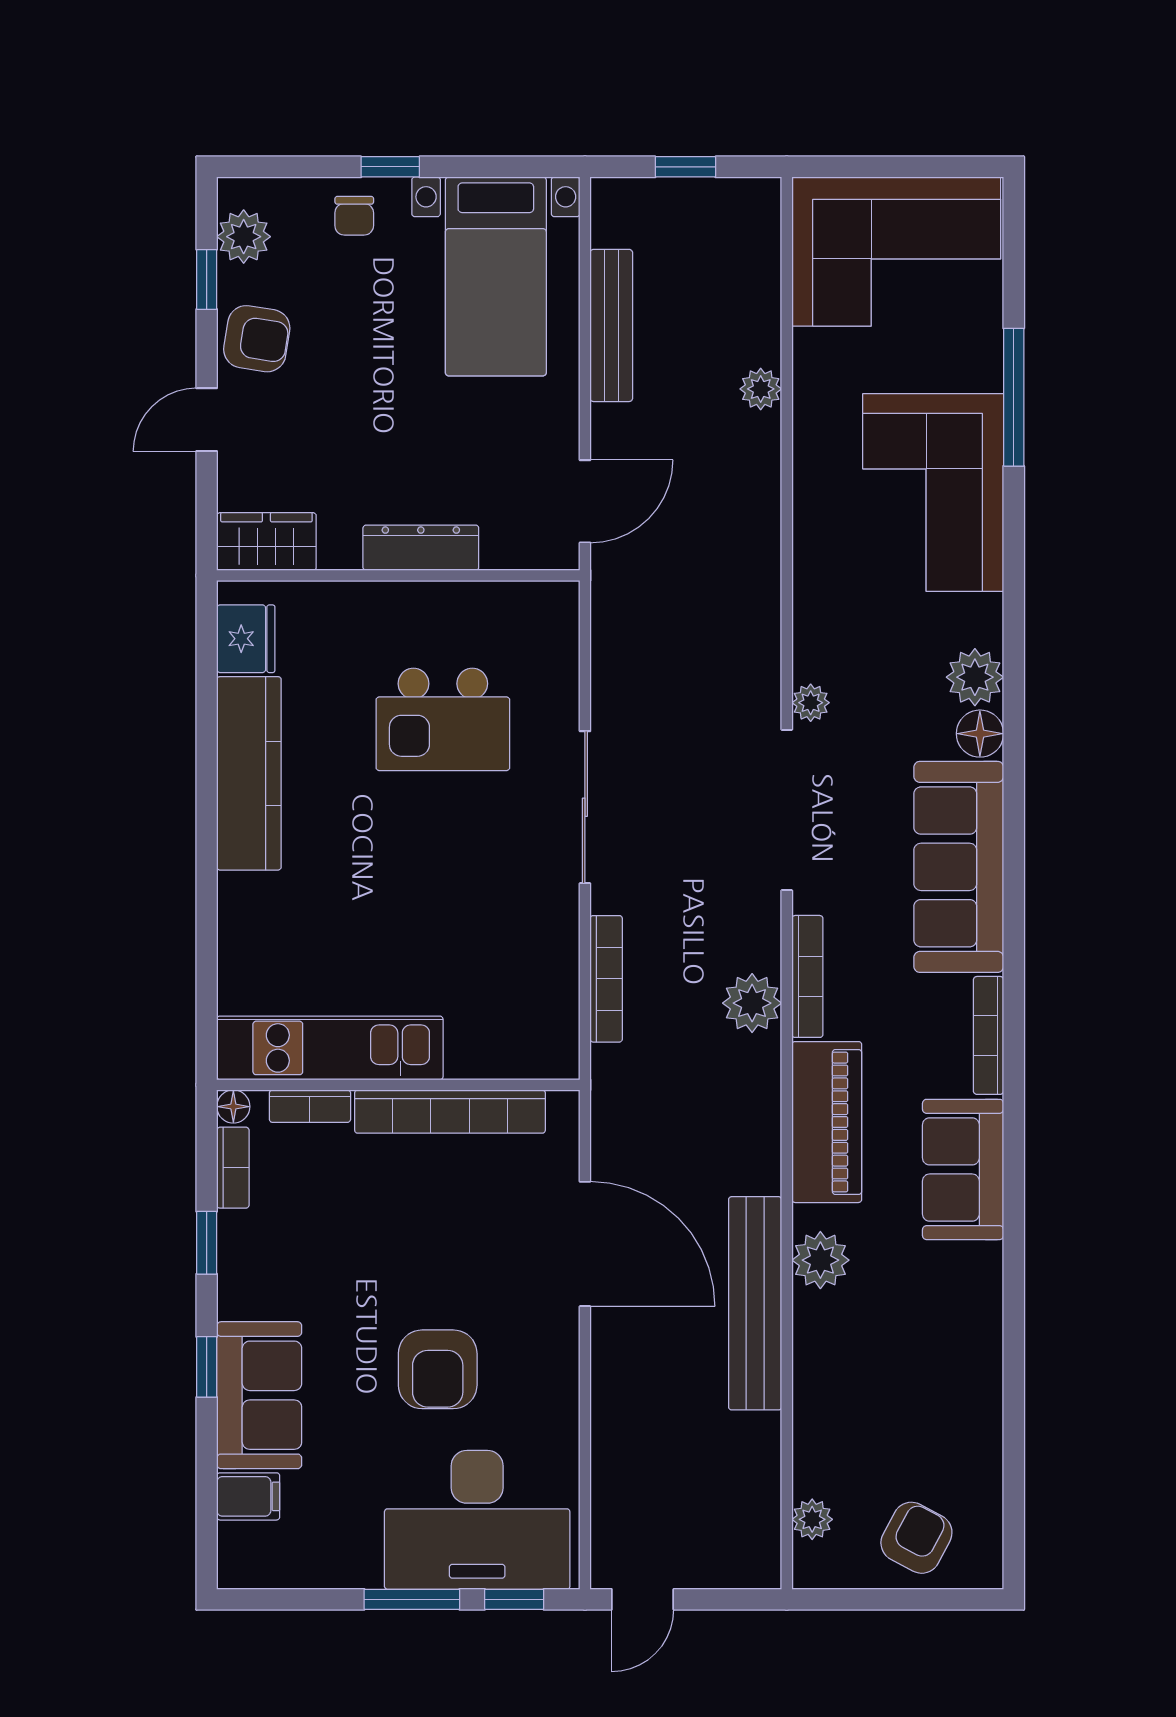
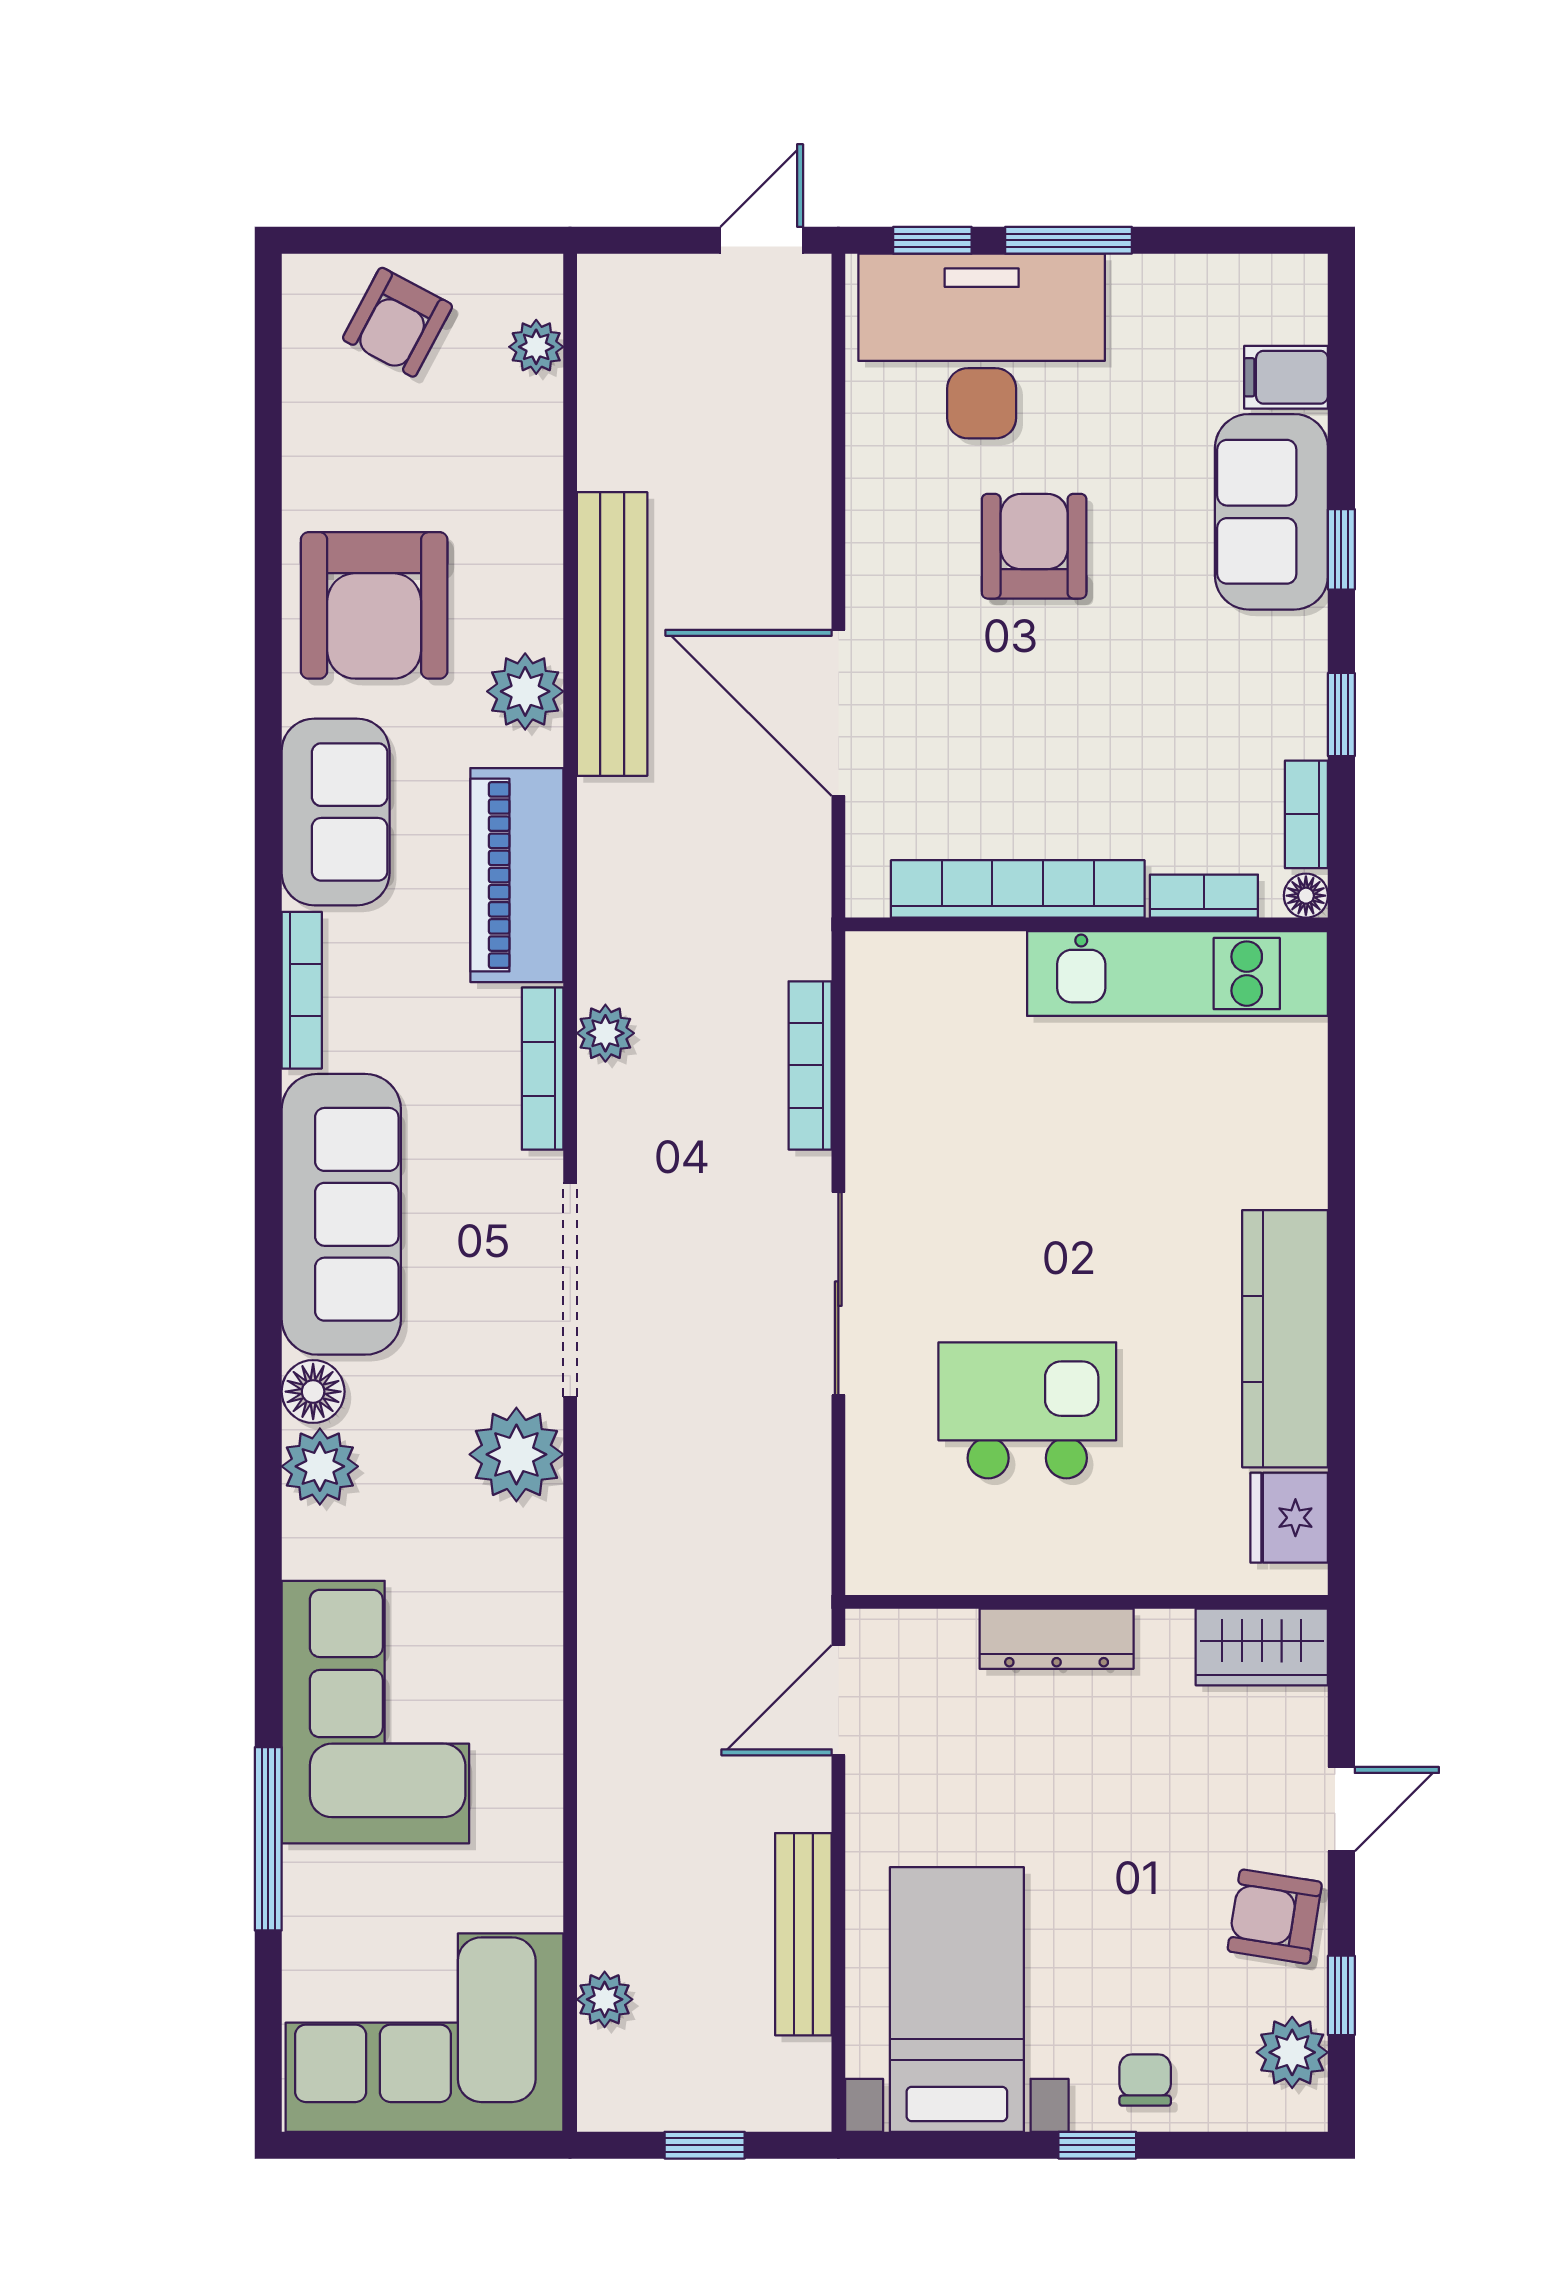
plant: (761, 389) -> (605, 1999), moved
plant: (811, 703) -> (516, 1454), width x1.88, depth x1.88
plant: (752, 1003) -> (605, 1033), width x0.73, depth x0.73
armchair: (934, 1325) -> (374, 605), added

